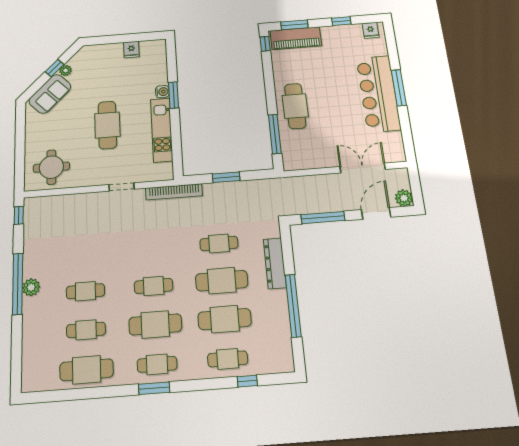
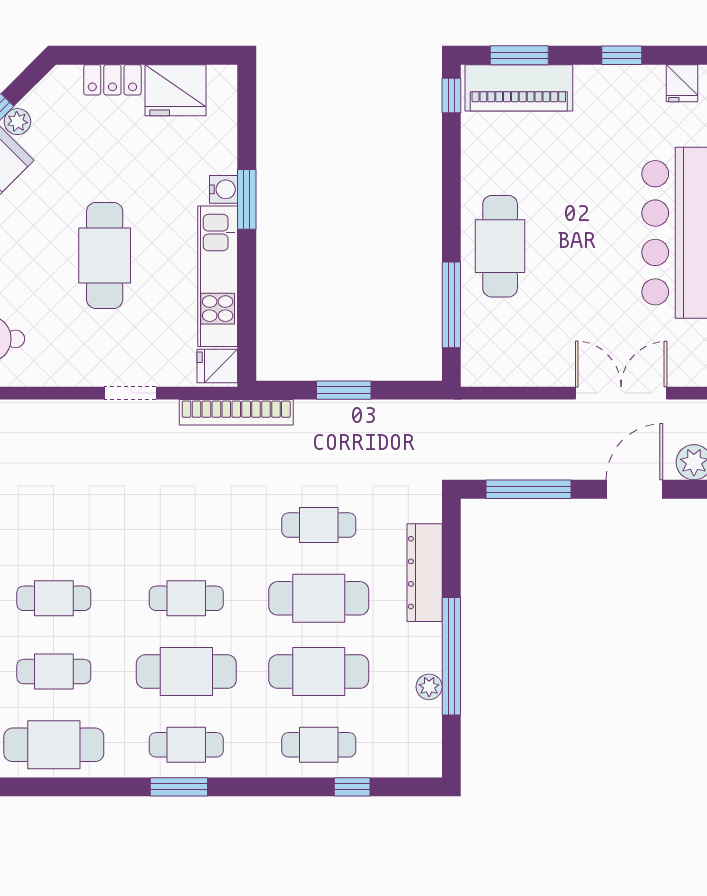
locker: (109, 50) -> (112, 80), added
fridge: (131, 50) -> (175, 90), width x1.88, depth x1.34
fridge: (164, 171) -> (217, 366), added
plant: (283, 323) -> (429, 687), added

